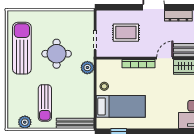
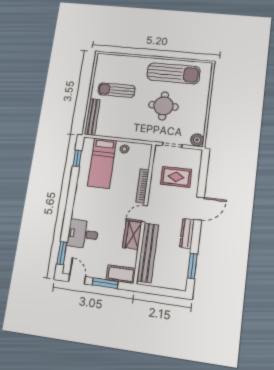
rug: (126, 33) -> (176, 177), turned 90
door: (165, 58) -> (144, 214), swing flipped
plant: (87, 68) -> (197, 140), moved
plant: (25, 122) -> (101, 70), removed

